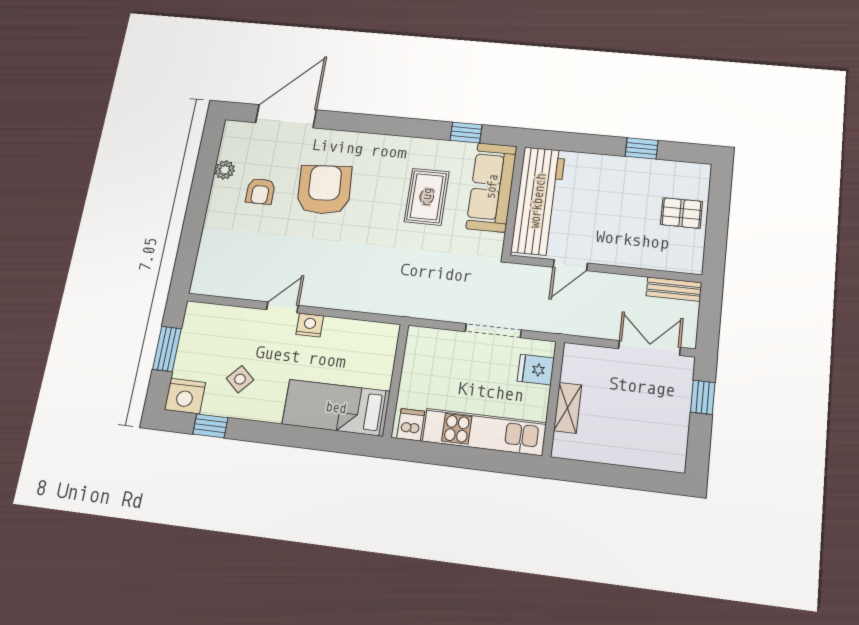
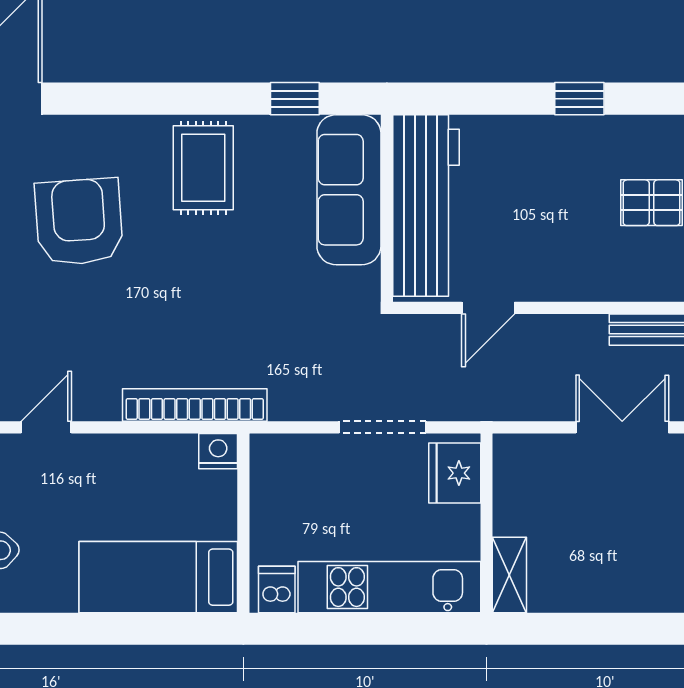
rug: (427, 197) -> (203, 168), moved
bookcase: (377, 304) -> (195, 405), added
nightstand: (310, 325) -> (218, 451), moved
fridge: (536, 370) -> (455, 473), width x1.38
shelving: (568, 408) -> (509, 575), moved

